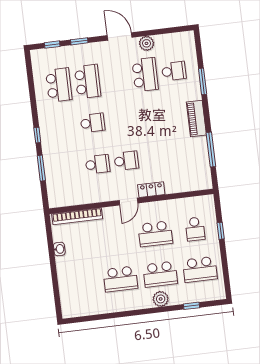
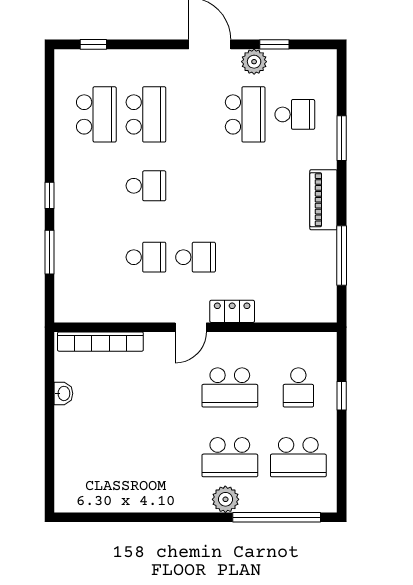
window: (79, 41) -> (274, 44), moved
school desk: (120, 279) -> (161, 457), removed
window: (192, 306) -> (277, 517), width x3.17

